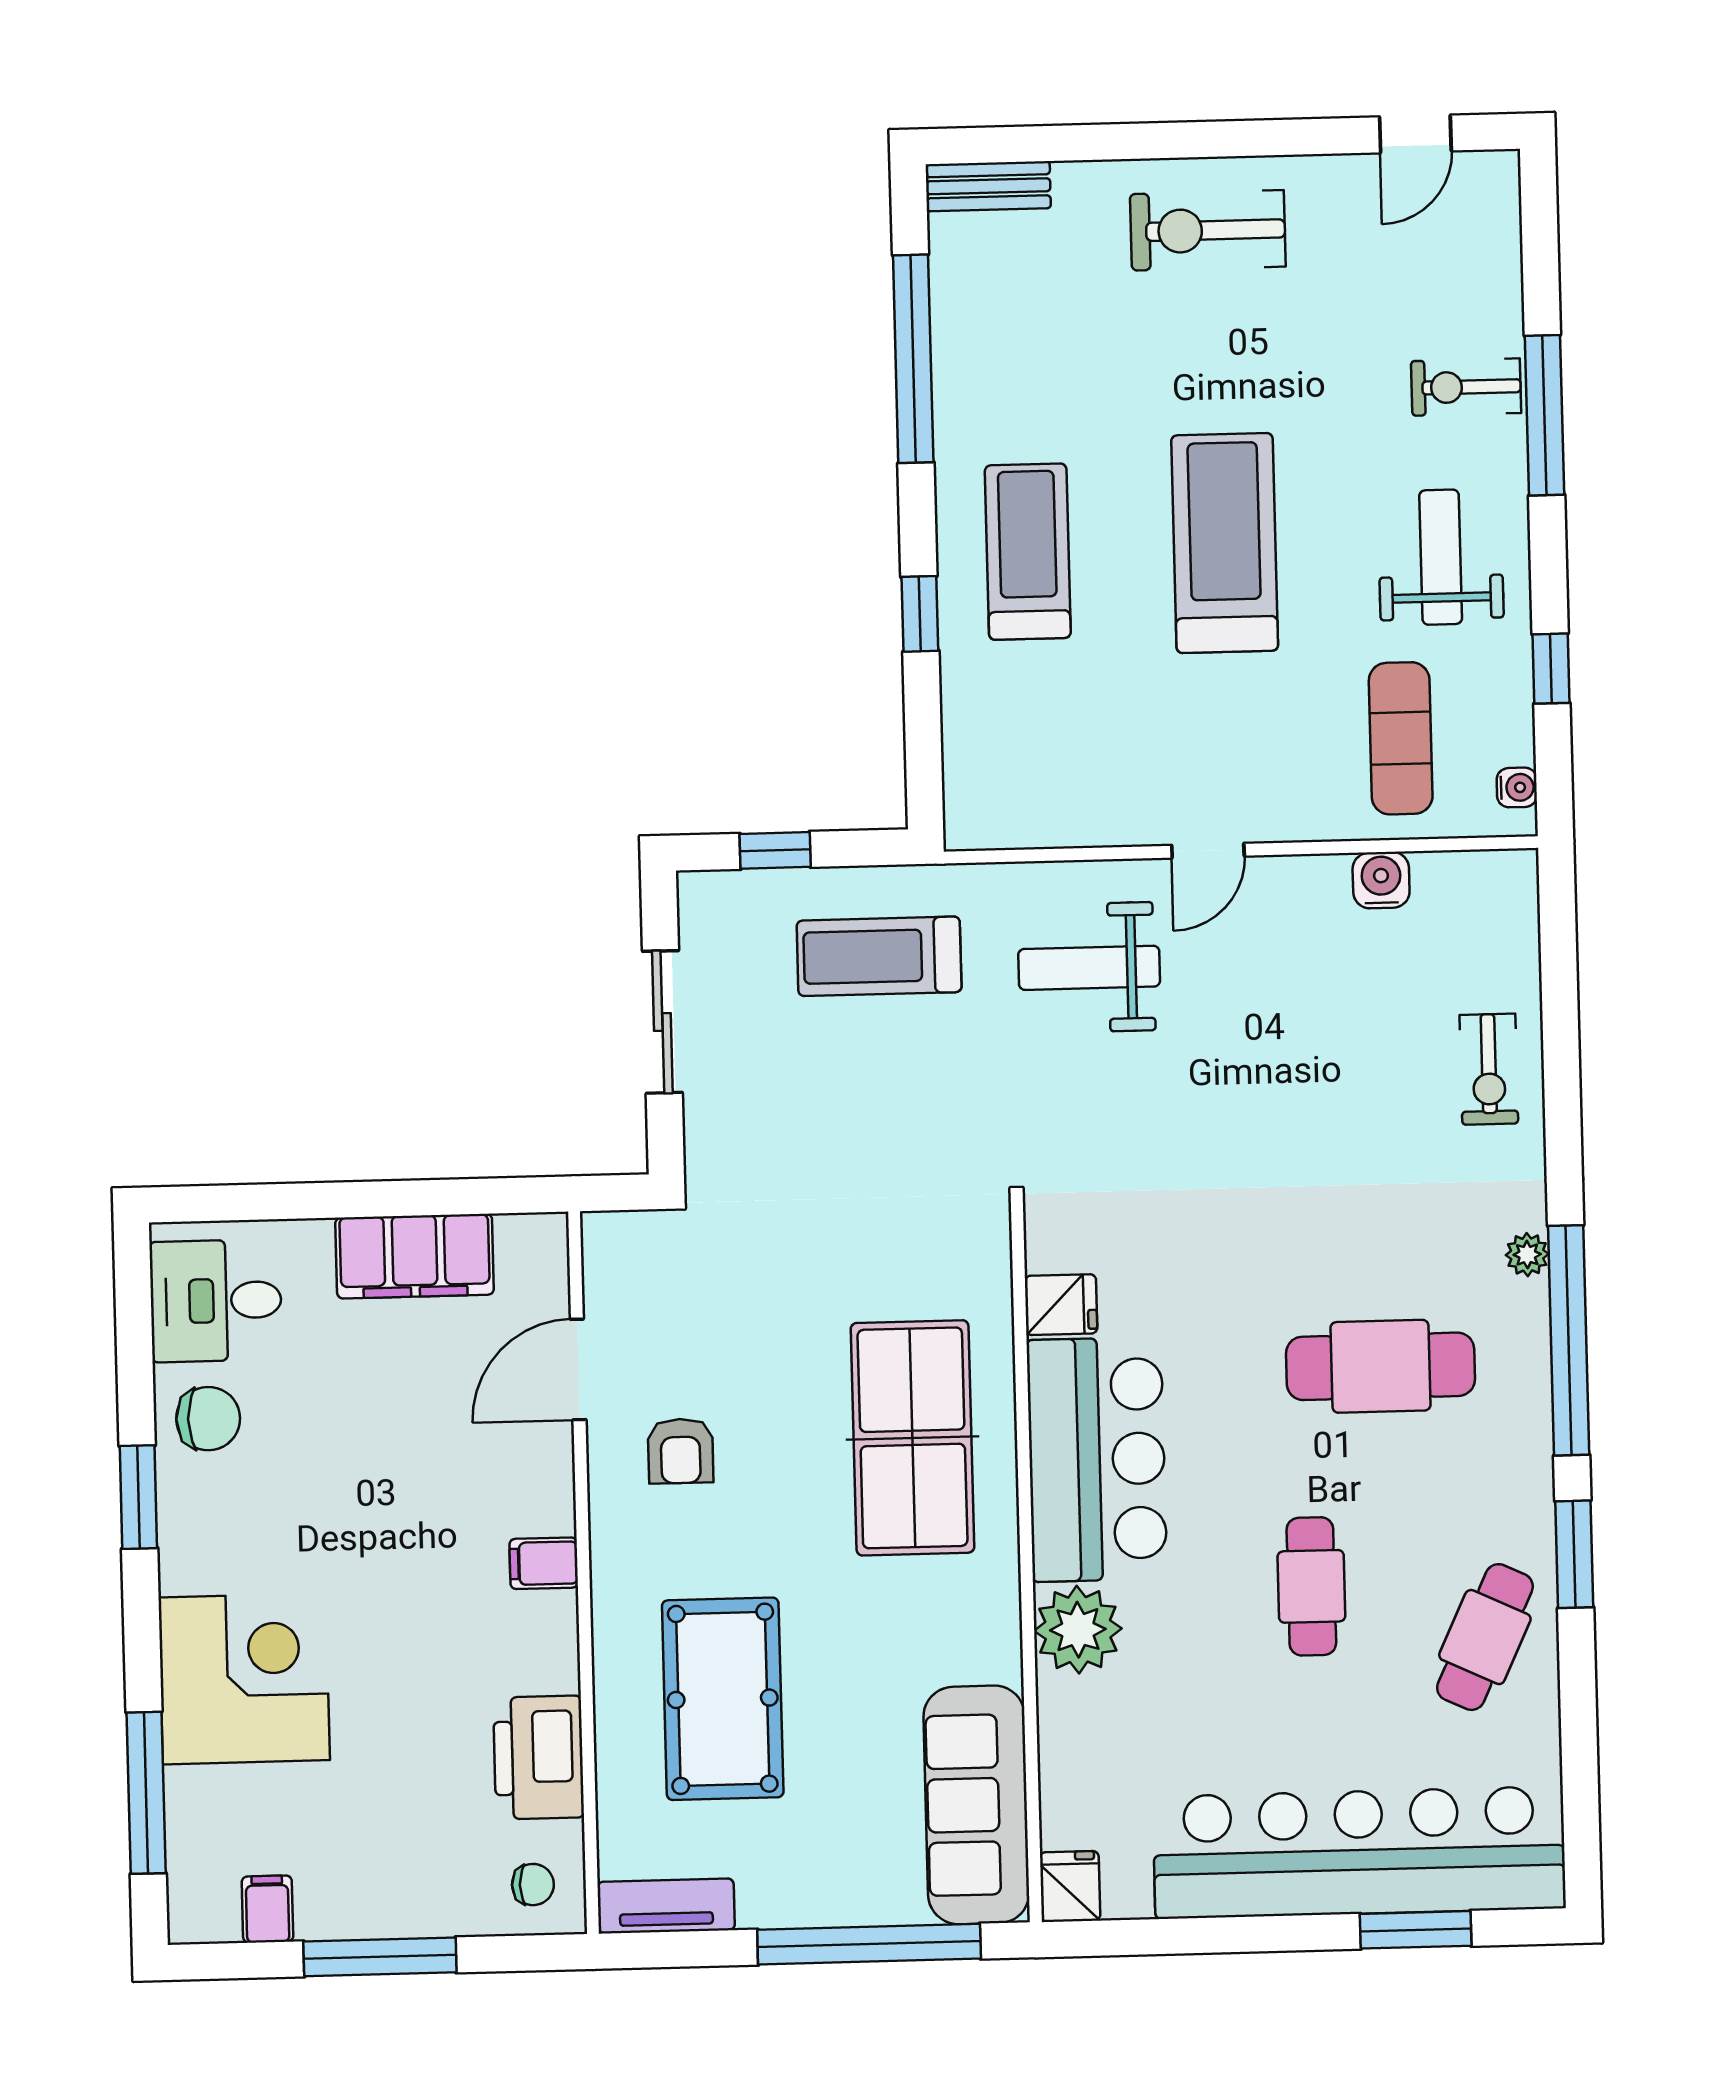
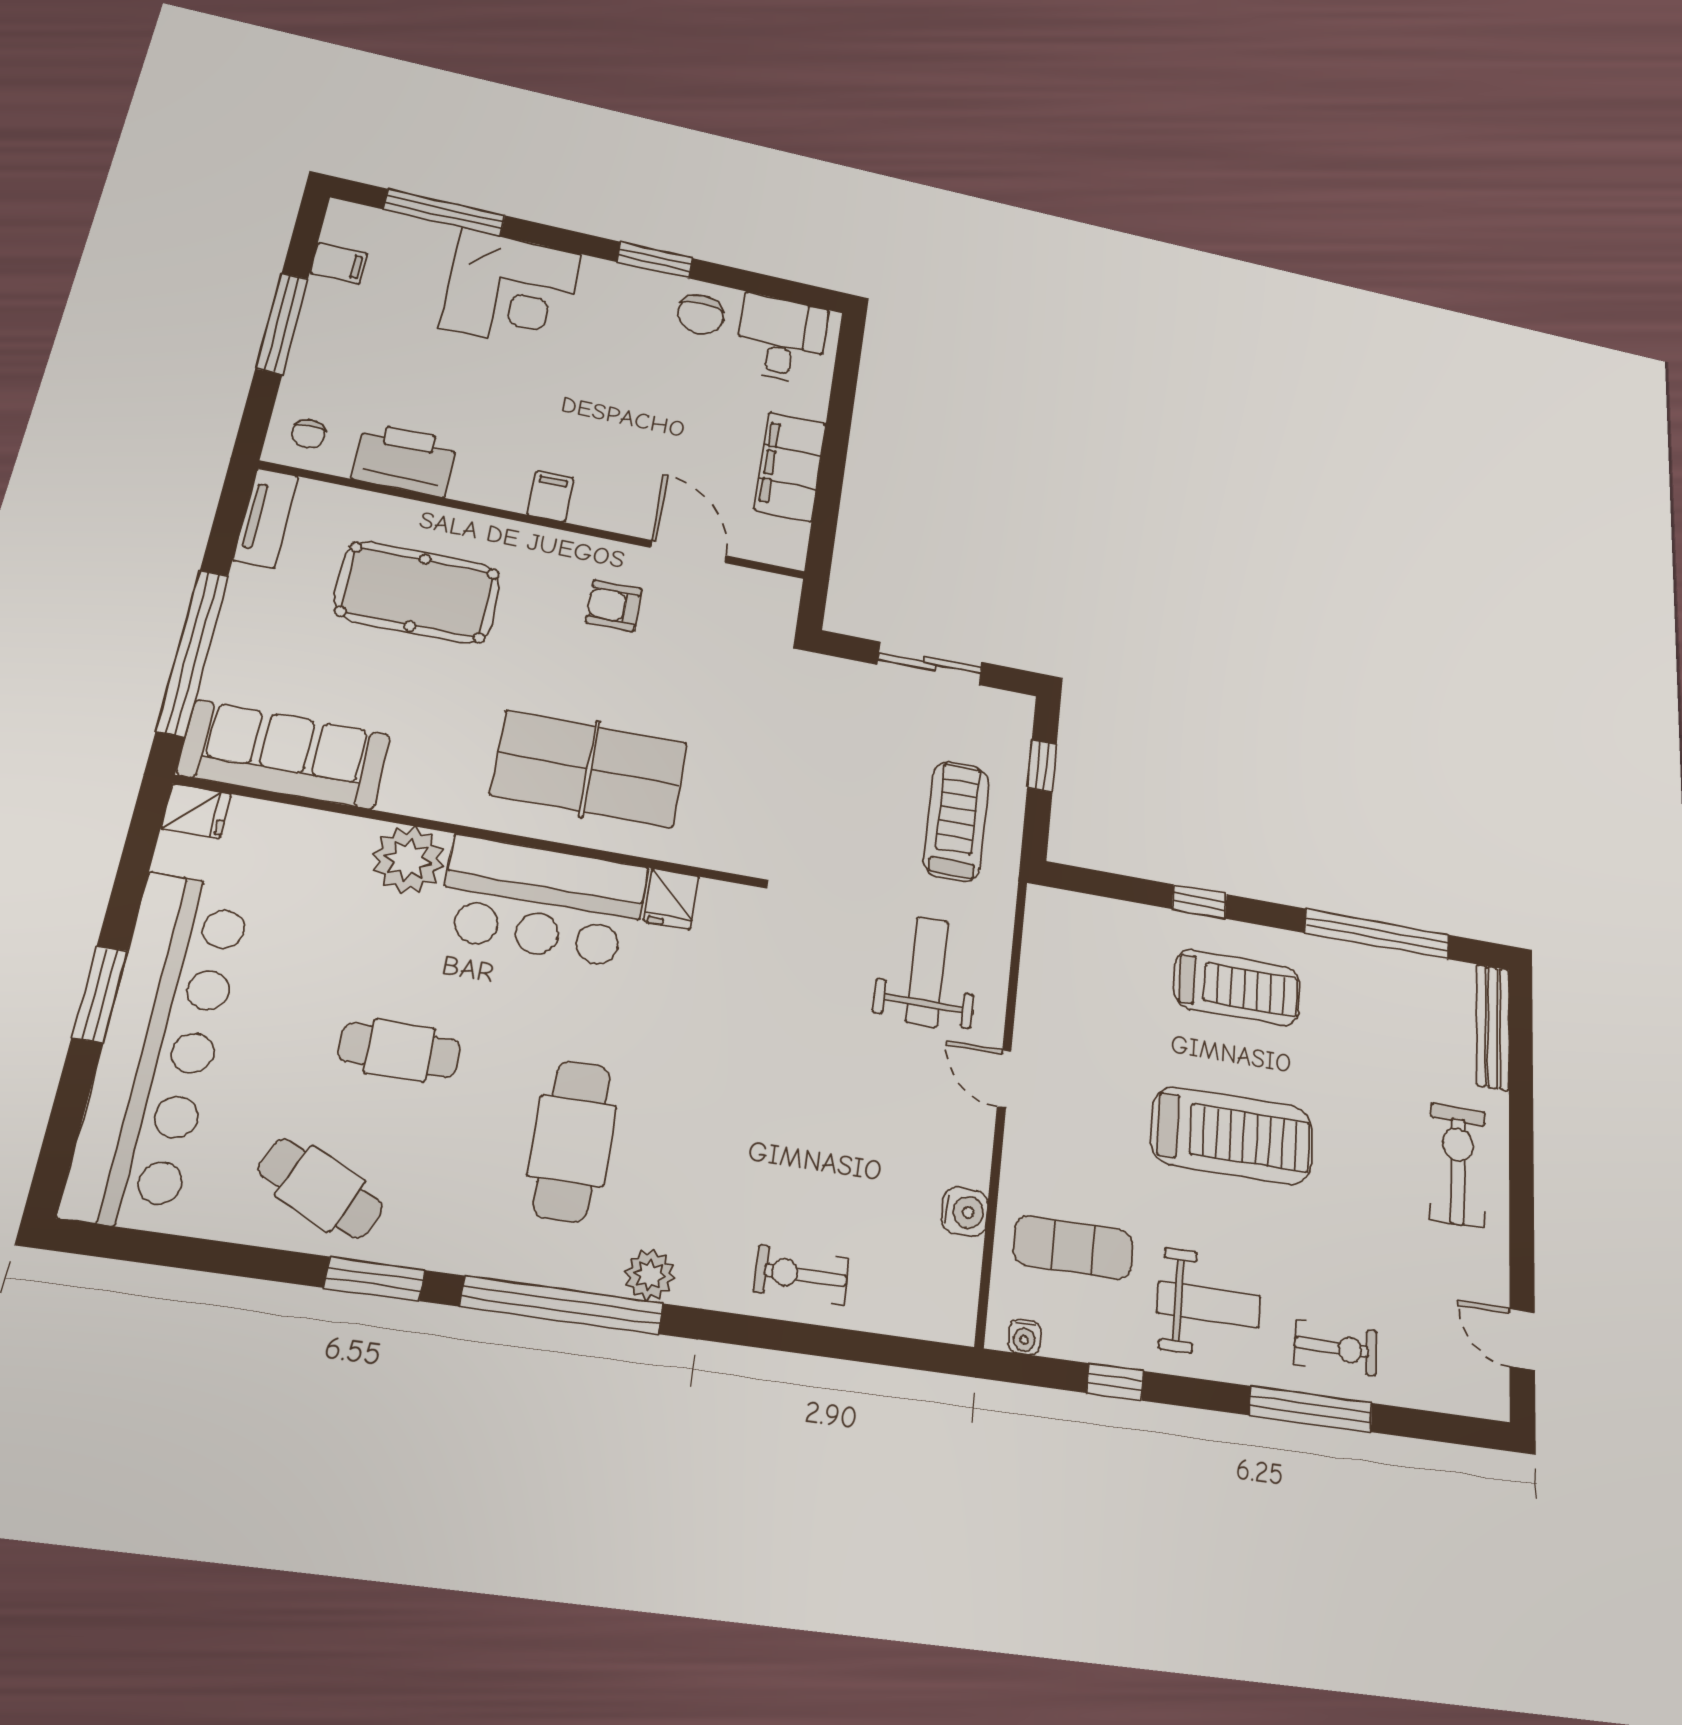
bench: (988, 186) -> (1493, 1027), width x1.36
exercise bike: (1466, 387) -> (1336, 1348), turned 90
plant: (1527, 1255) -> (650, 1275), width x1.38, depth x1.38
window: (1416, 1930) -> (100, 994), moved

